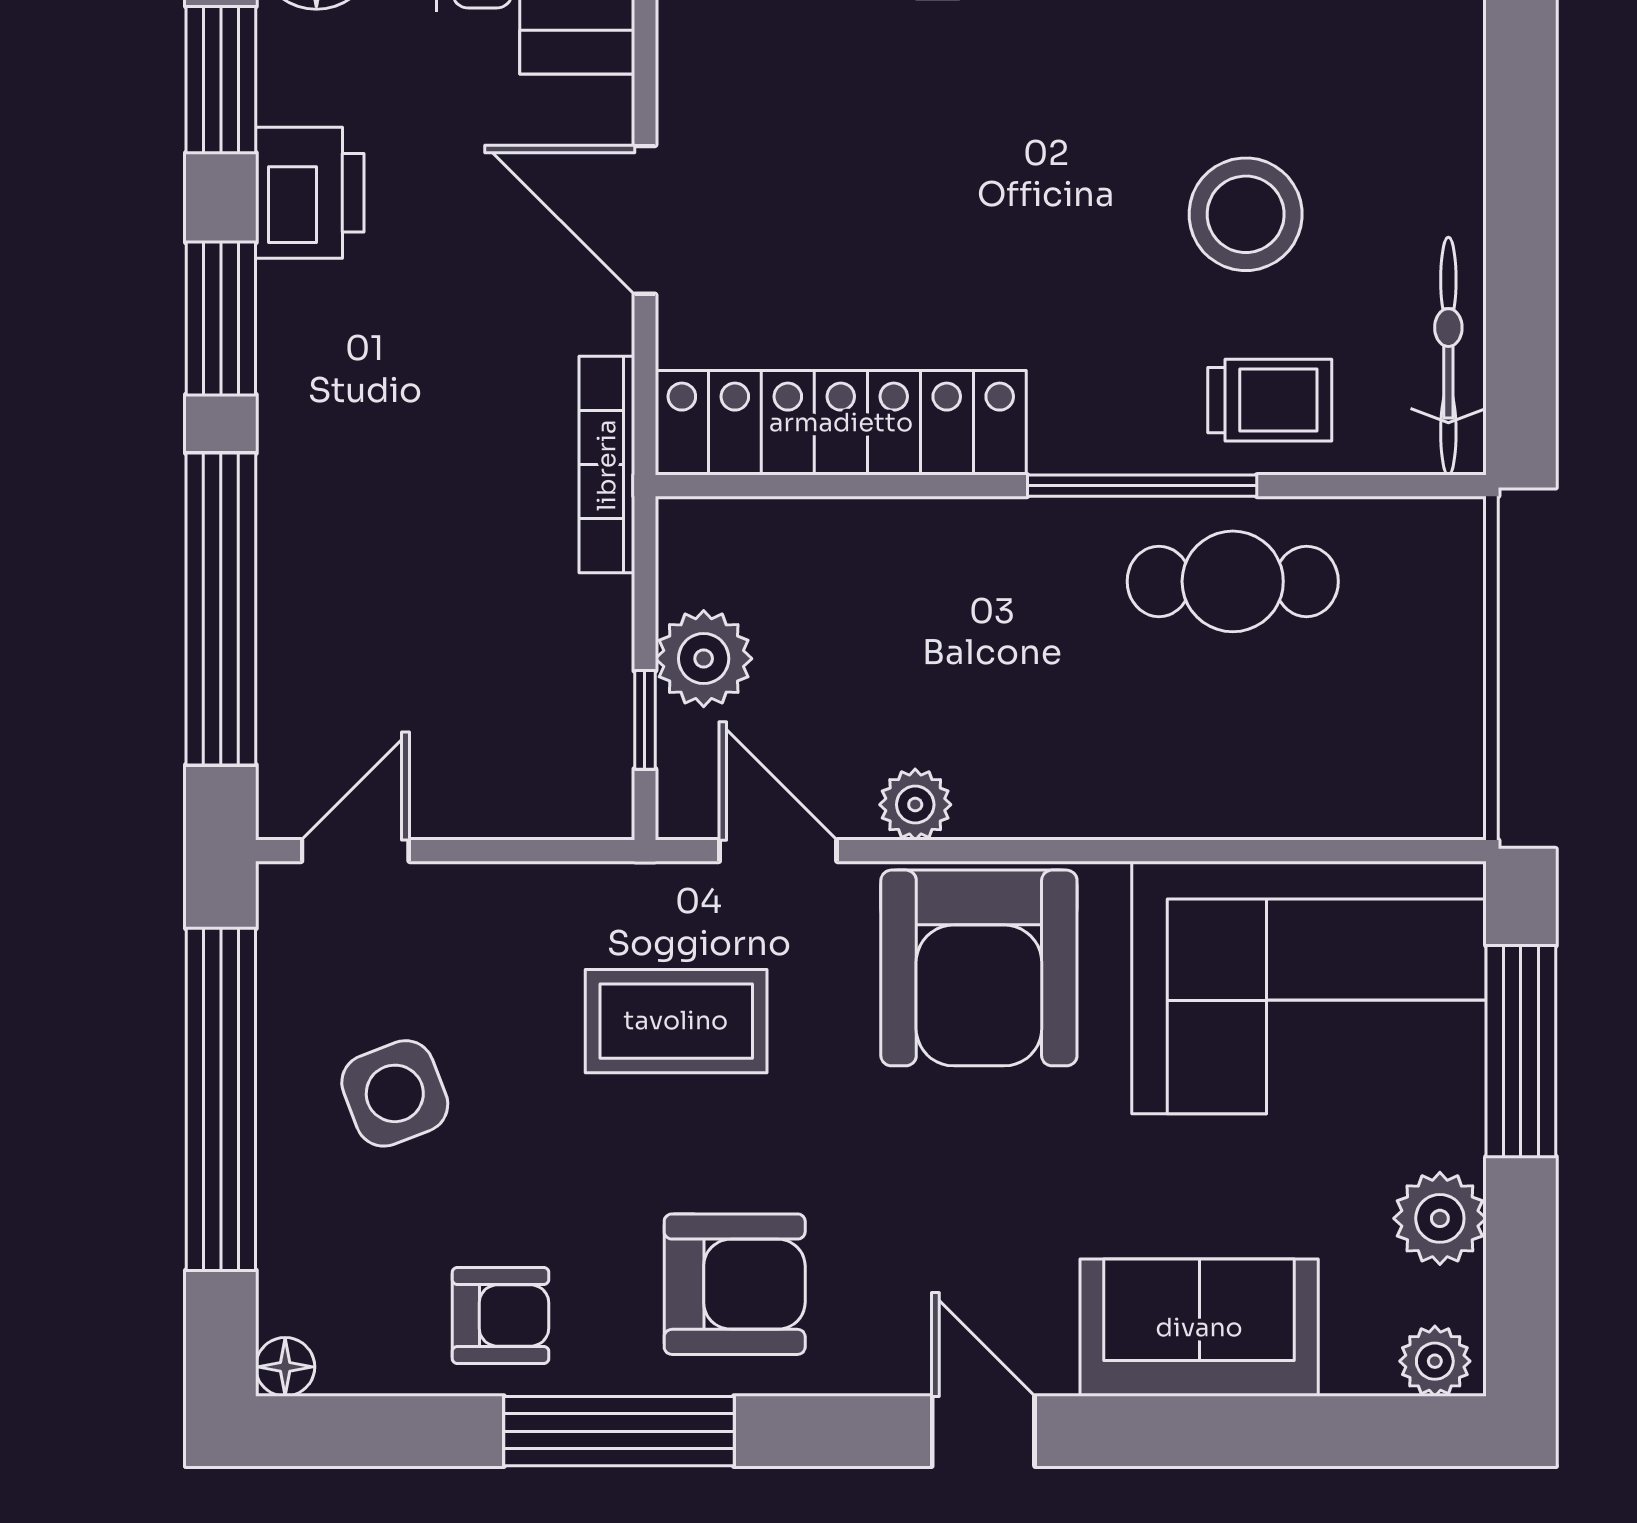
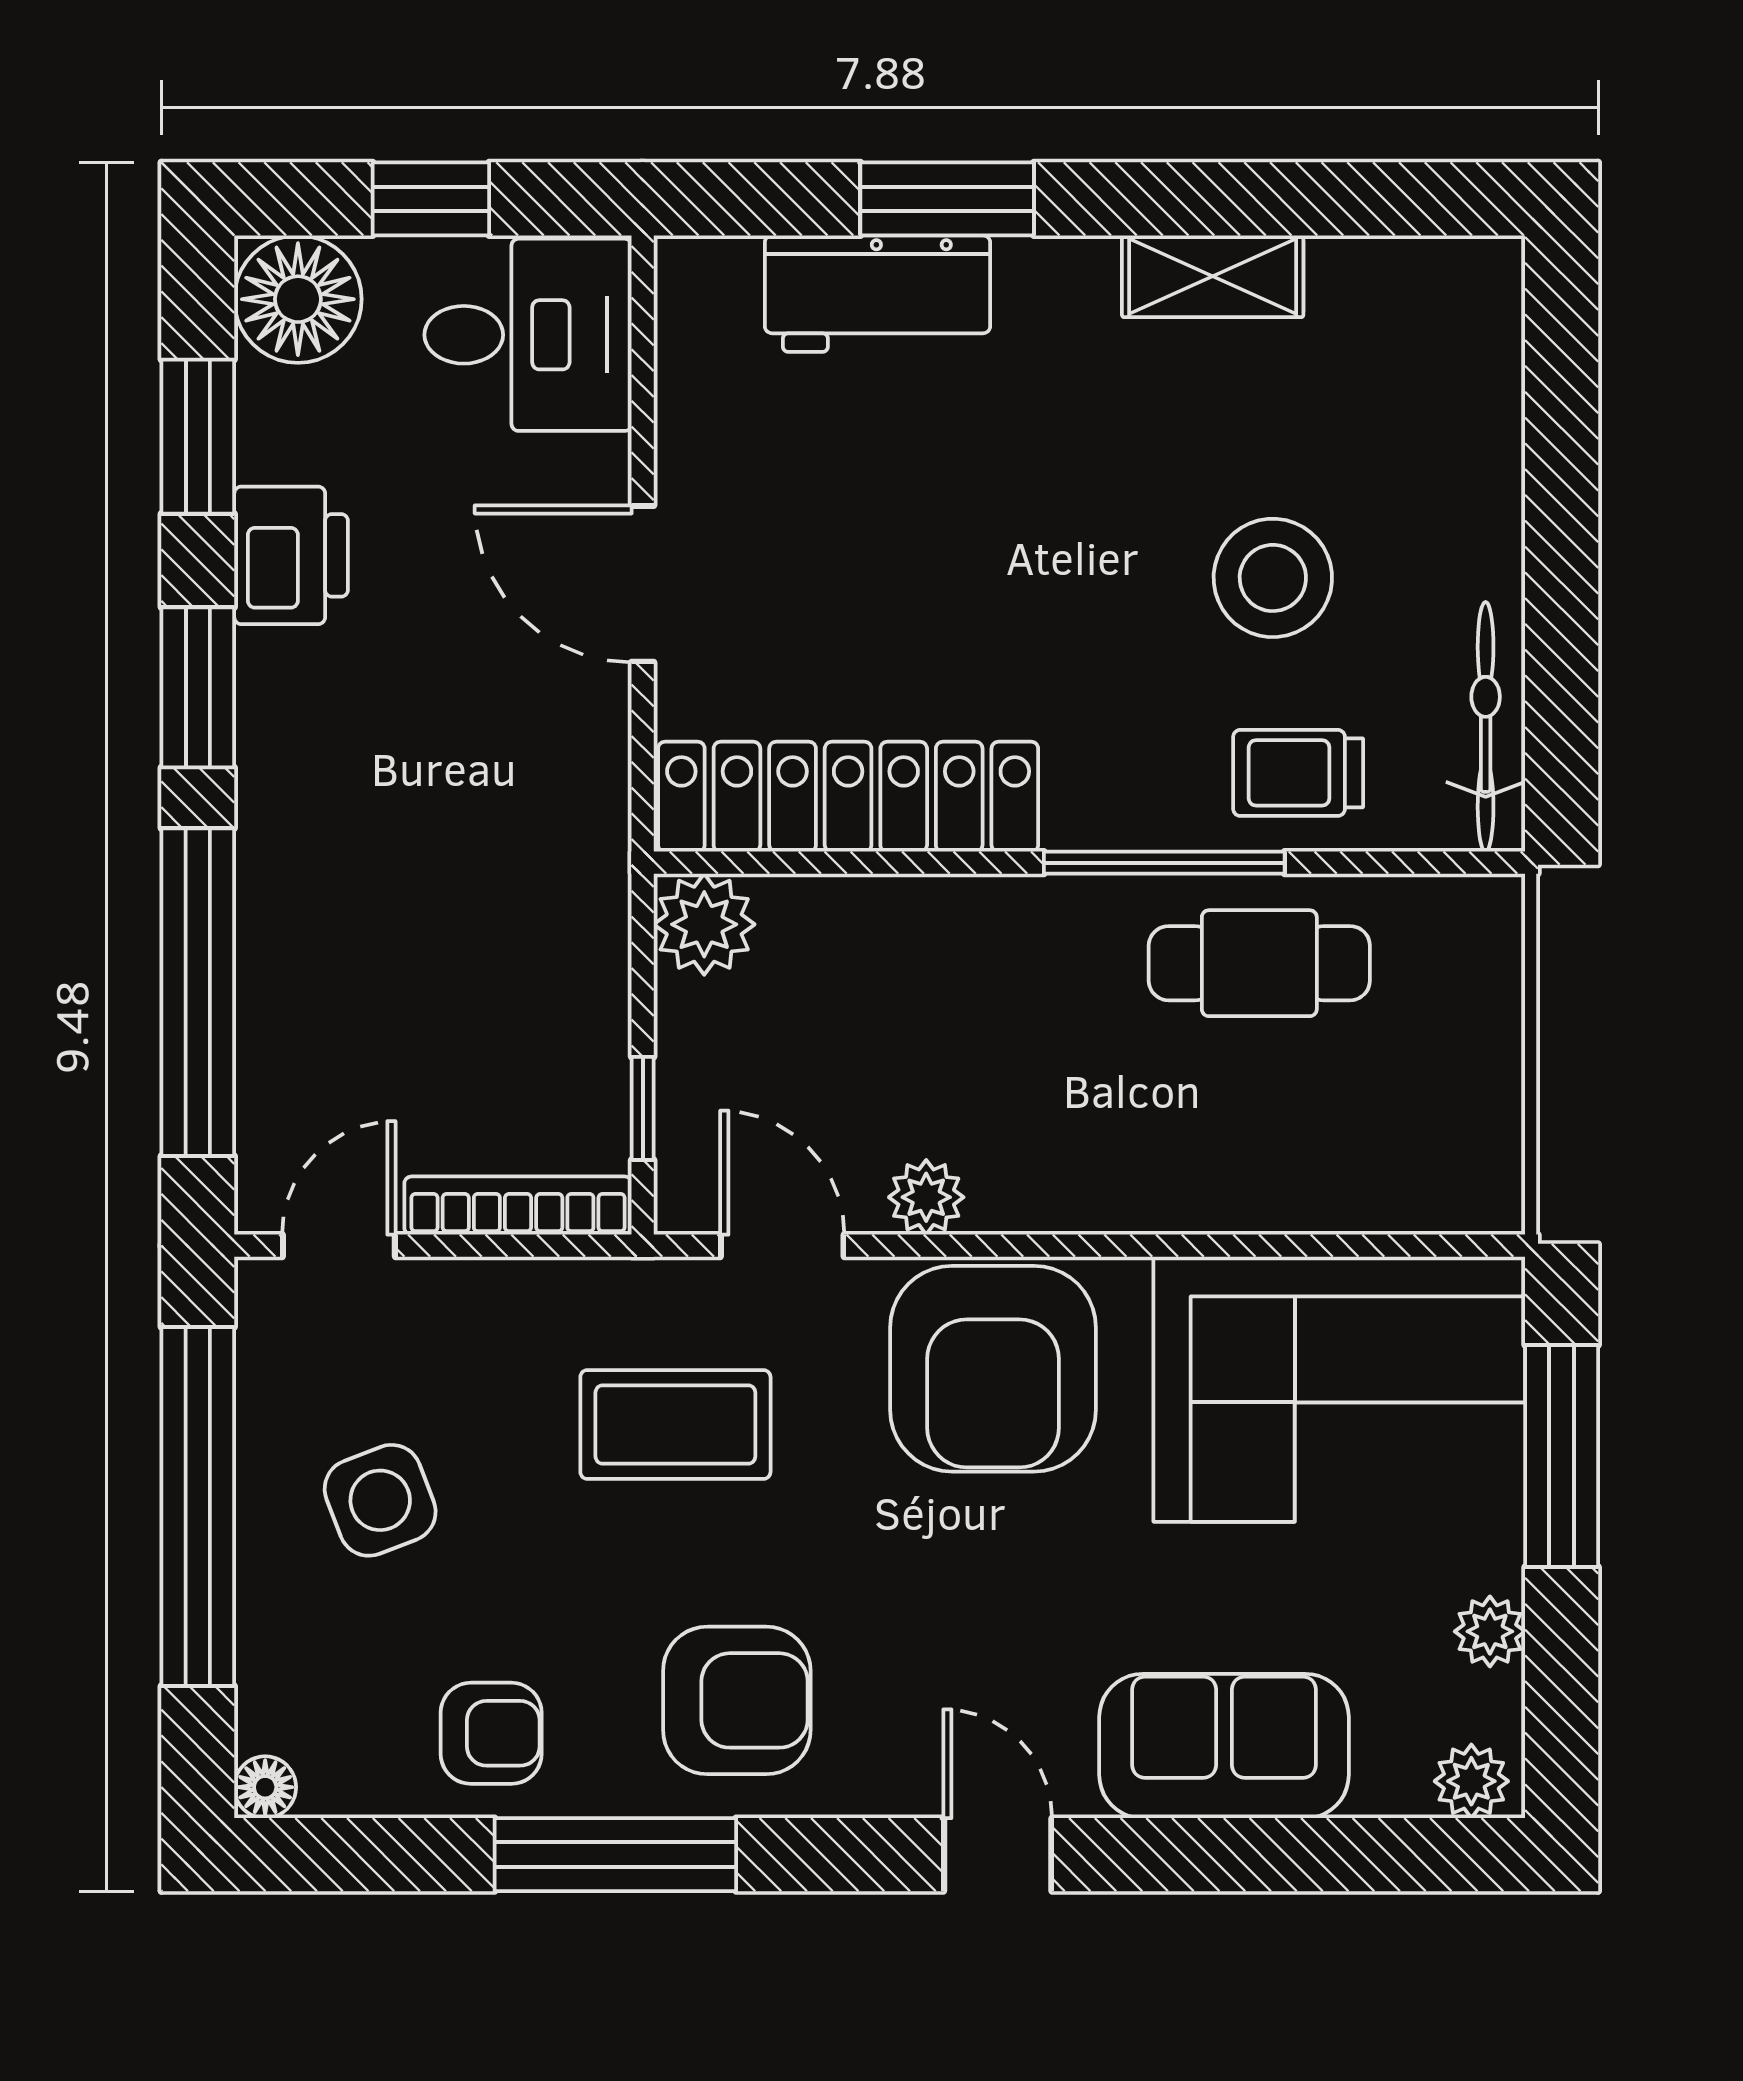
trolley: (1270, 400) -> (1298, 773), turned 180
bookcase: (607, 465) -> (518, 1206), moved, turned 90
plant: (704, 659) -> (704, 924), moved
plant: (1440, 1218) -> (1490, 1631), width x0.73, depth x0.73

